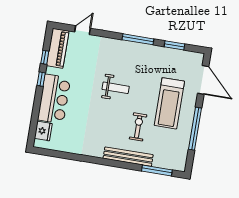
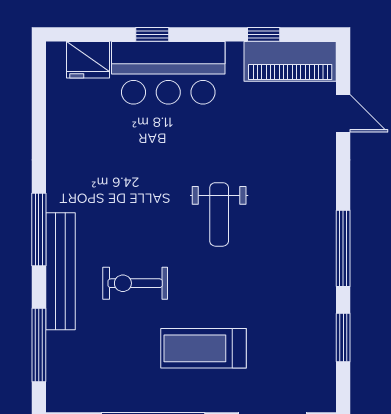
window: (41, 79) -> (152, 34), moved
treadmill: (169, 103) -> (203, 348), width x0.73, depth x0.73
exercise bike: (138, 127) -> (135, 283), turned 180
window: (110, 163) -> (39, 230), added

